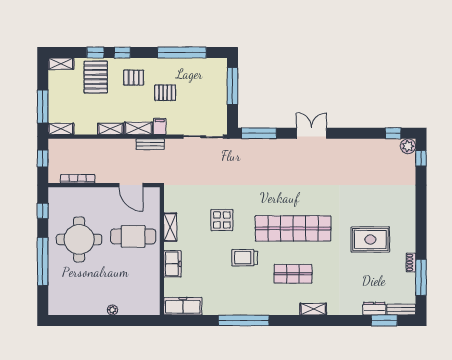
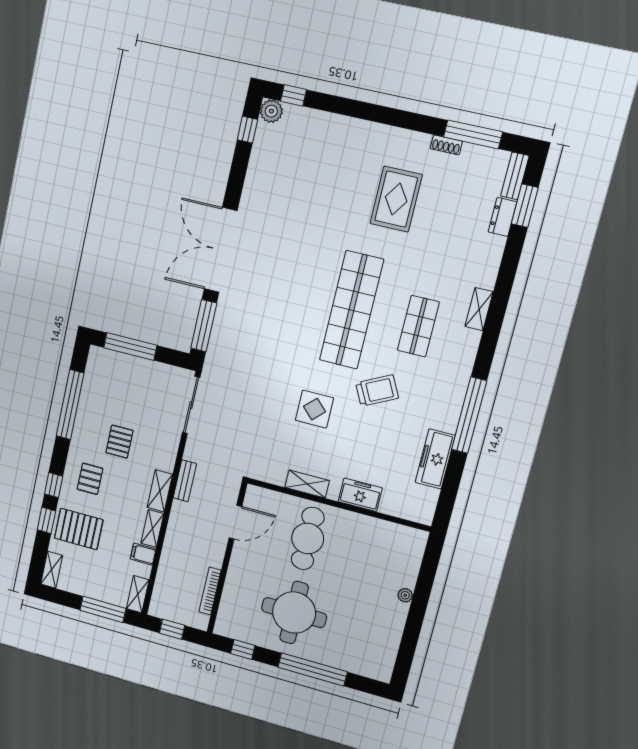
filing cabinet: (160, 126) -> (143, 554), moved
double door: (312, 133) -> (221, 250), width x1.87
trolley: (245, 258) -> (377, 391), turned -117
freezer: (183, 306) -> (435, 459), moved

